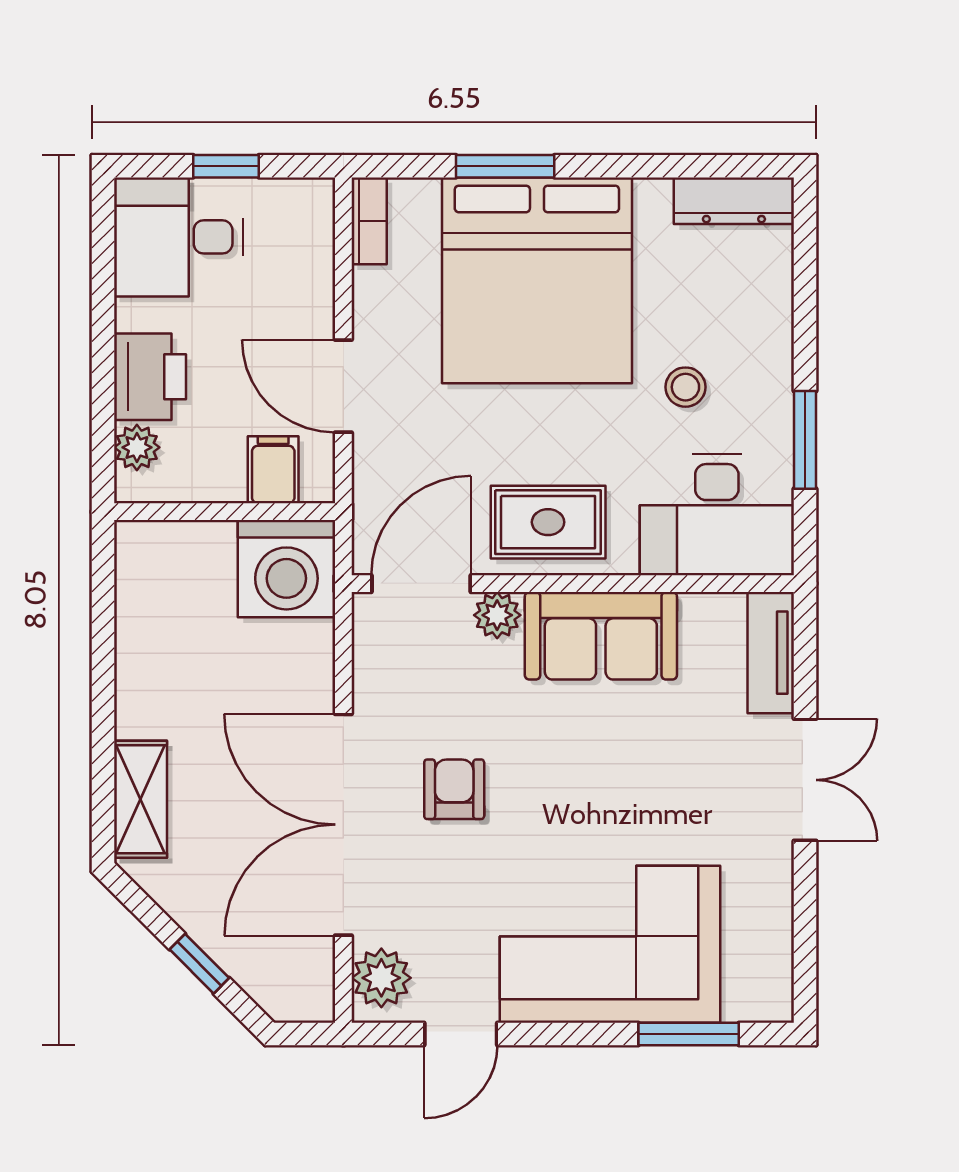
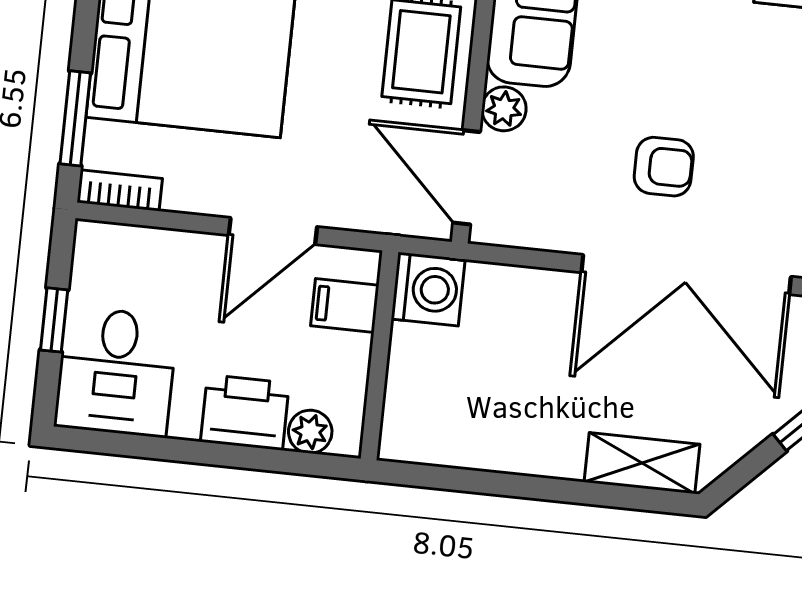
window: (505, 166) -> (75, 118), moved
washing machine: (286, 569) -> (428, 289), width x0.73, depth x0.73
armchair: (454, 789) -> (664, 167), turned 180

